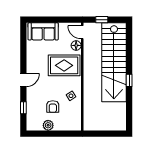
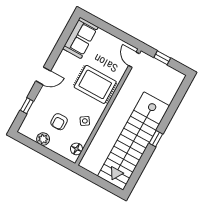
sofa: (43, 31) -> (80, 38), moved, turned -90
floor lamp: (76, 45) -> (76, 149), moved
stairs: (114, 62) -> (134, 141), moved

